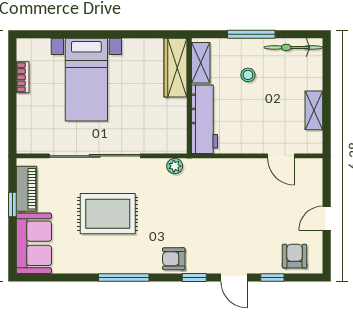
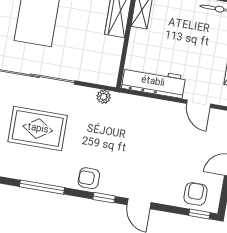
stool: (248, 75) -> (182, 28), removed
workbench: (204, 119) -> (153, 82), moved, turned -90
window: (272, 278) -> (199, 214), moved

